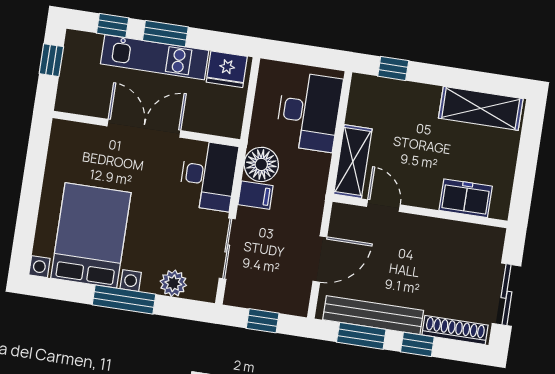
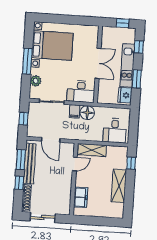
window: (165, 34) -> (137, 79), moved
shelving: (481, 108) -> (119, 186), moved
desk: (309, 112) -> (115, 131), width x0.73

